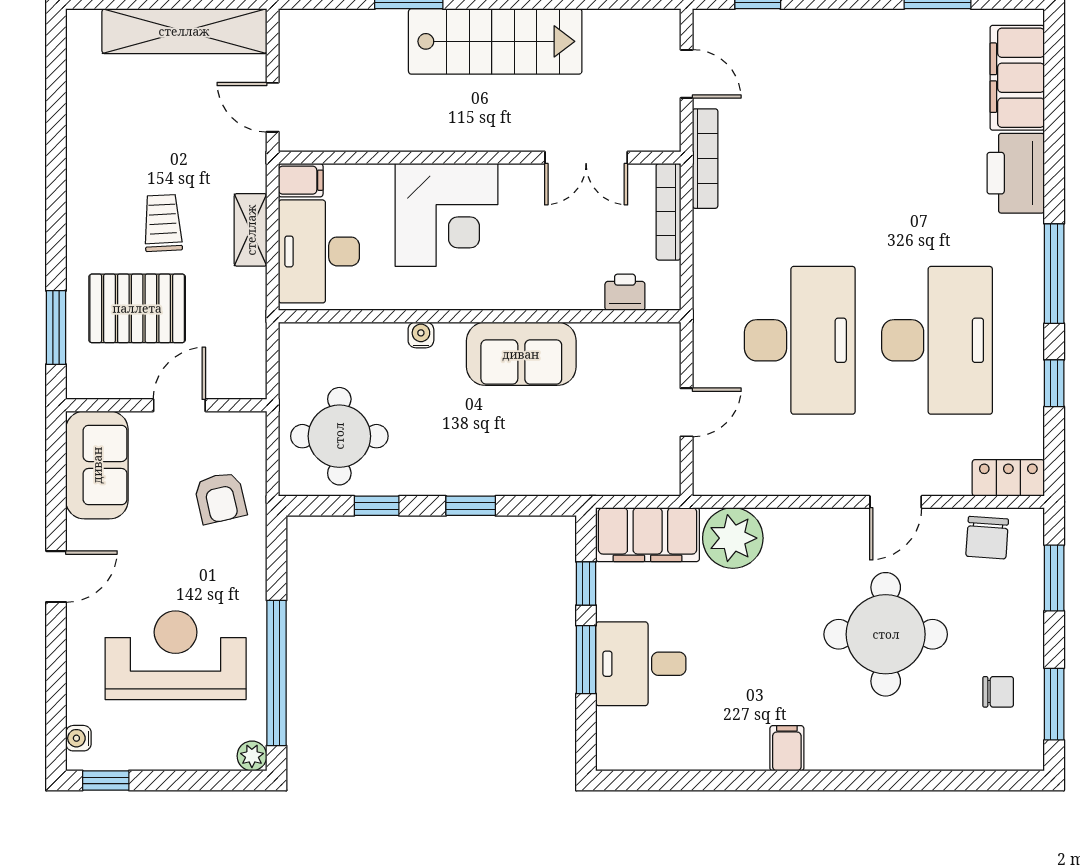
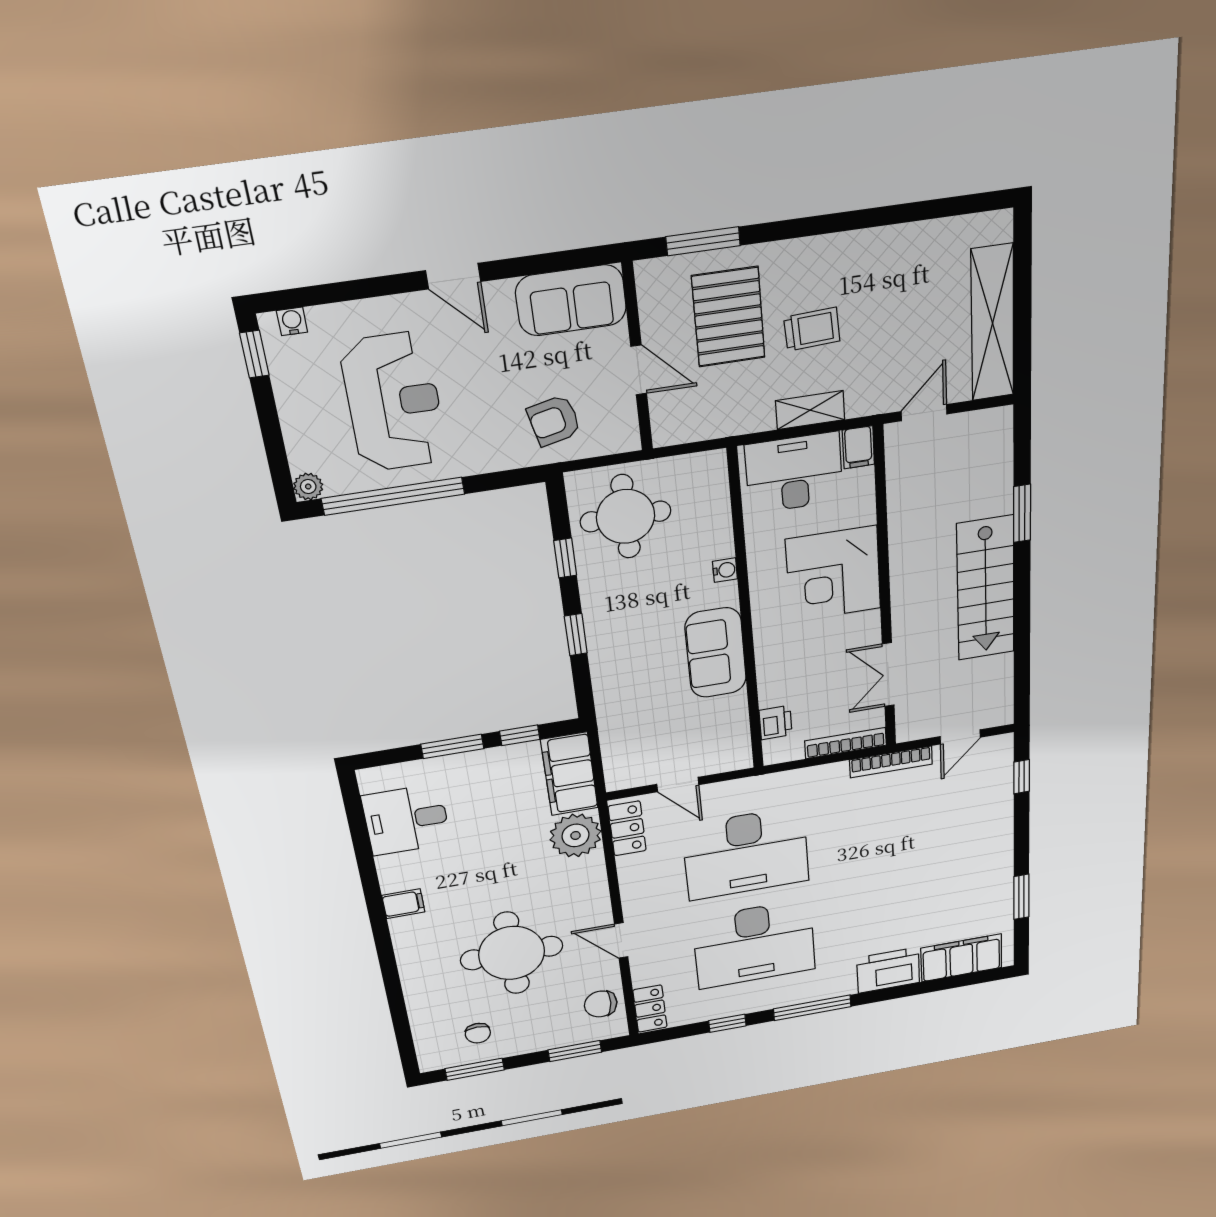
locker: (735, 477) -> (627, 828), added
desk: (641, 664) -> (406, 820), moved, turned -90

